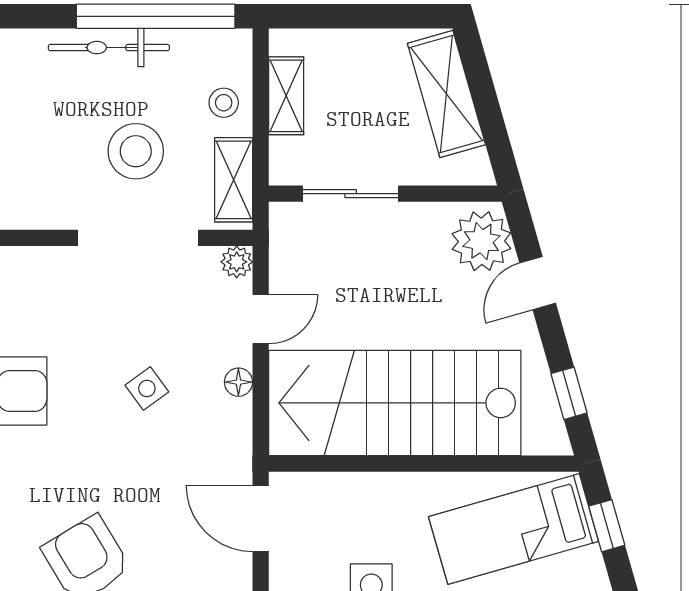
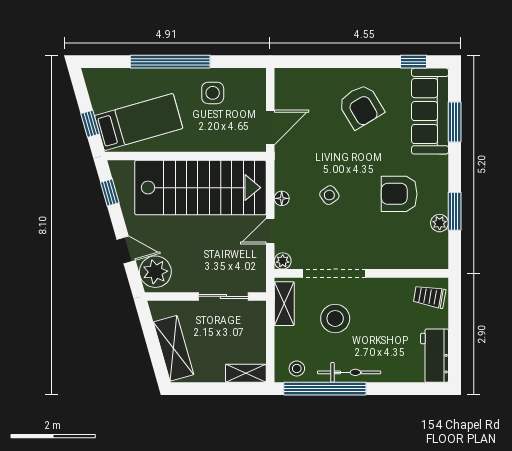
shelving: (286, 96) -> (246, 373), moved, turned 90
stool: (224, 103) -> (297, 369), moved
door: (538, 283) -> (126, 250), hinge flipped
door: (261, 518) -> (270, 127), hinge flipped

